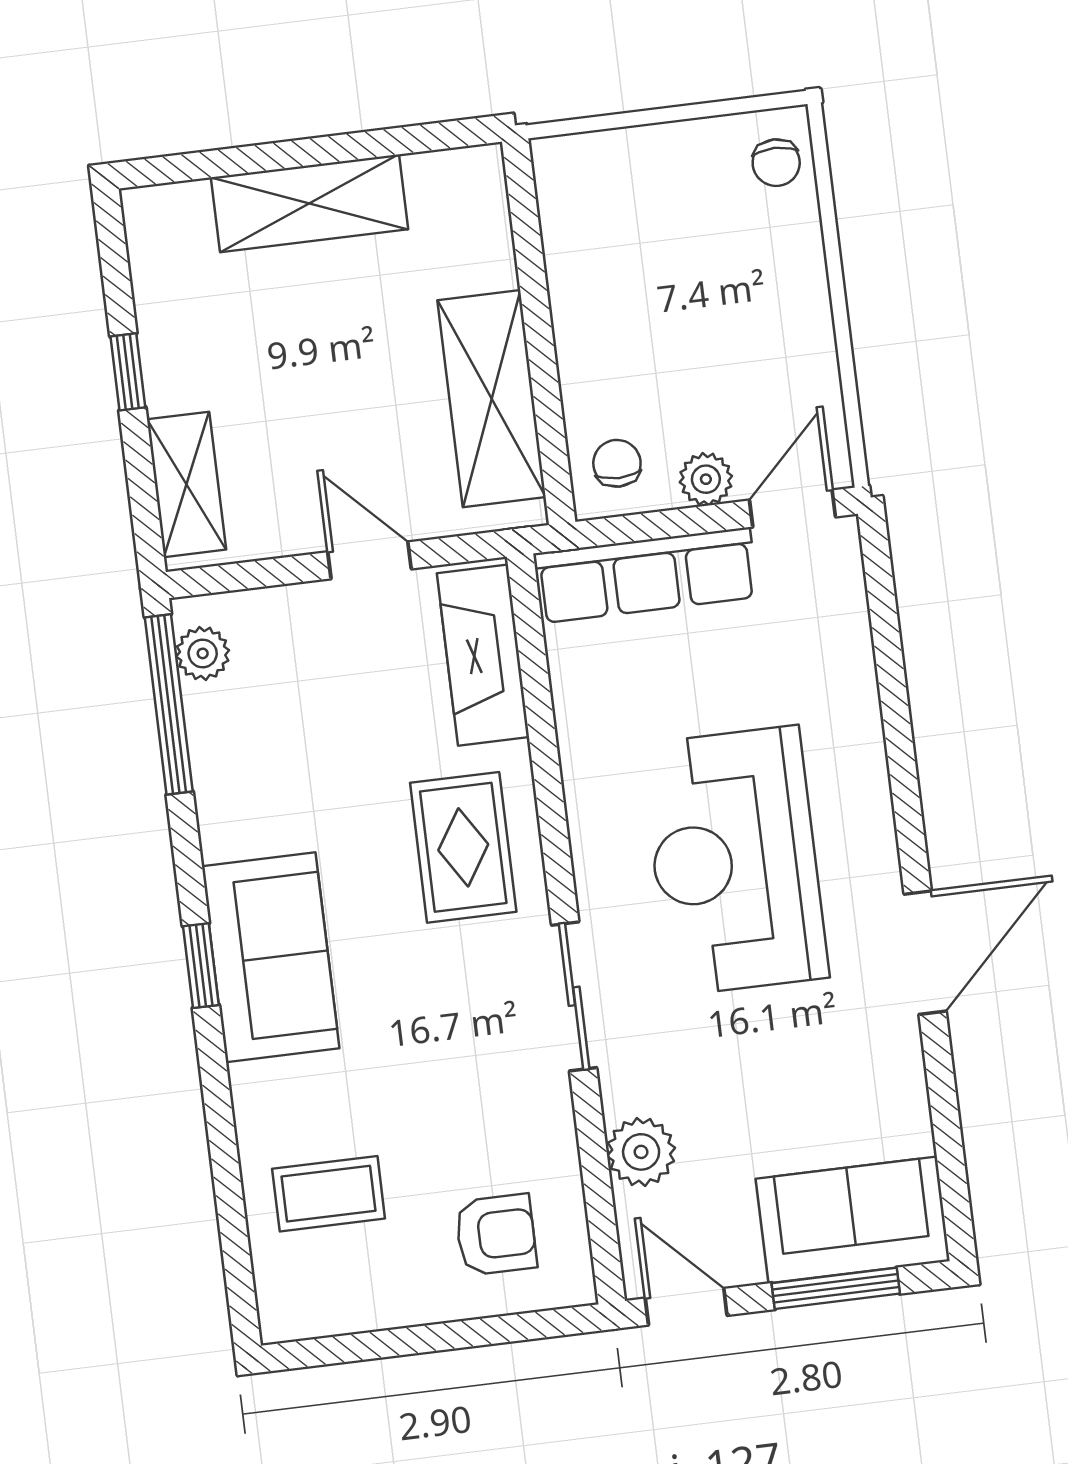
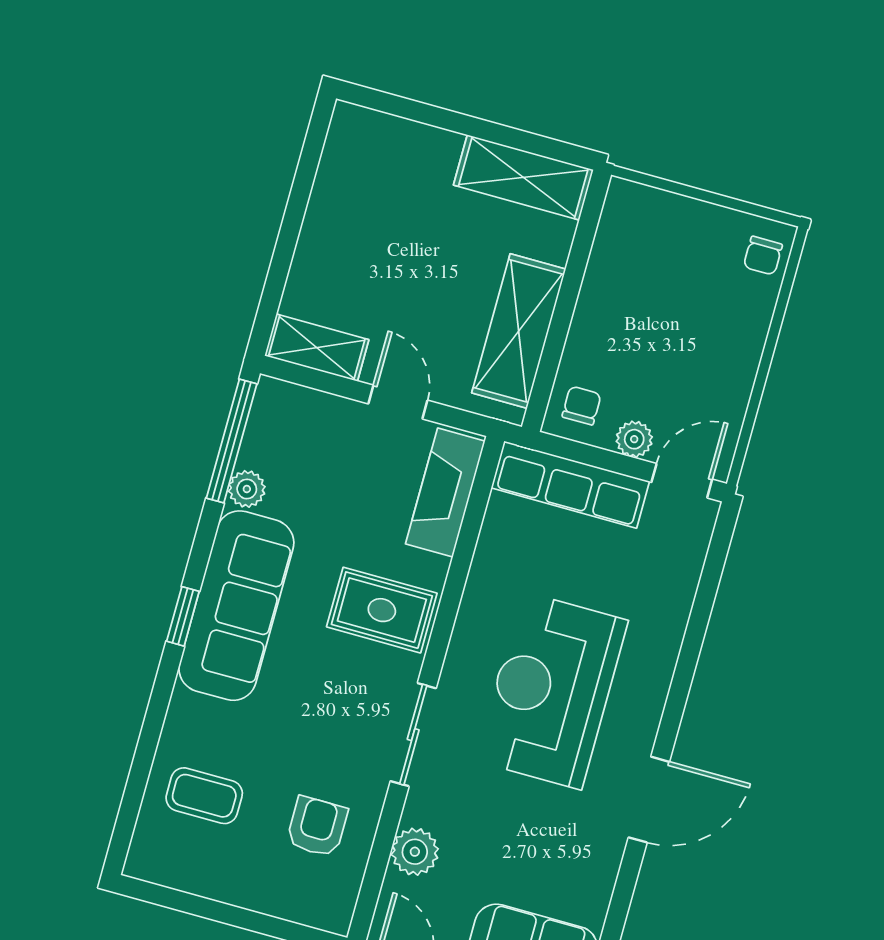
shelving: (310, 203) -> (523, 177), moved
window: (128, 372) -> (293, 218), removed
shelving: (186, 484) -> (317, 348), moved, turned 90
plant: (203, 653) -> (247, 489), moved
rug: (463, 847) -> (382, 610), turned 90
sofa: (271, 957) -> (236, 606), width x1.36
armchair: (496, 1235) -> (317, 827), moved, turned -90

